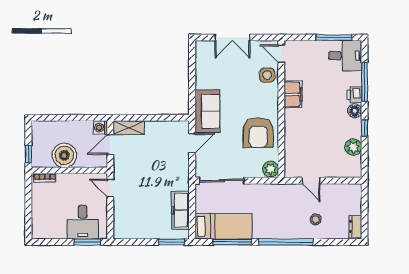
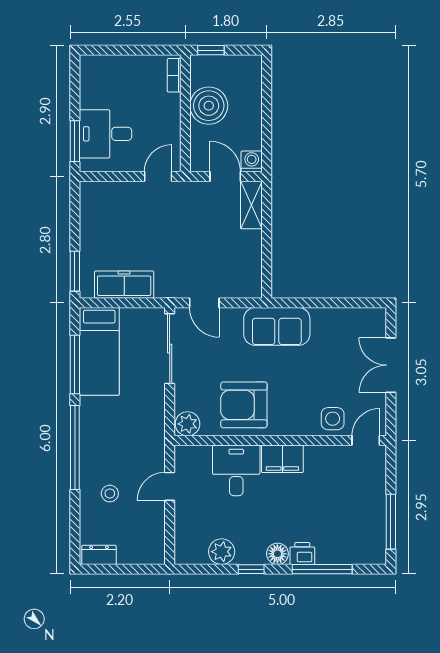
desk: (345, 56) -> (236, 470), moved, turned 180
filing cabinet: (293, 94) -> (282, 459), moved
door: (192, 143) -> (204, 303), moved

